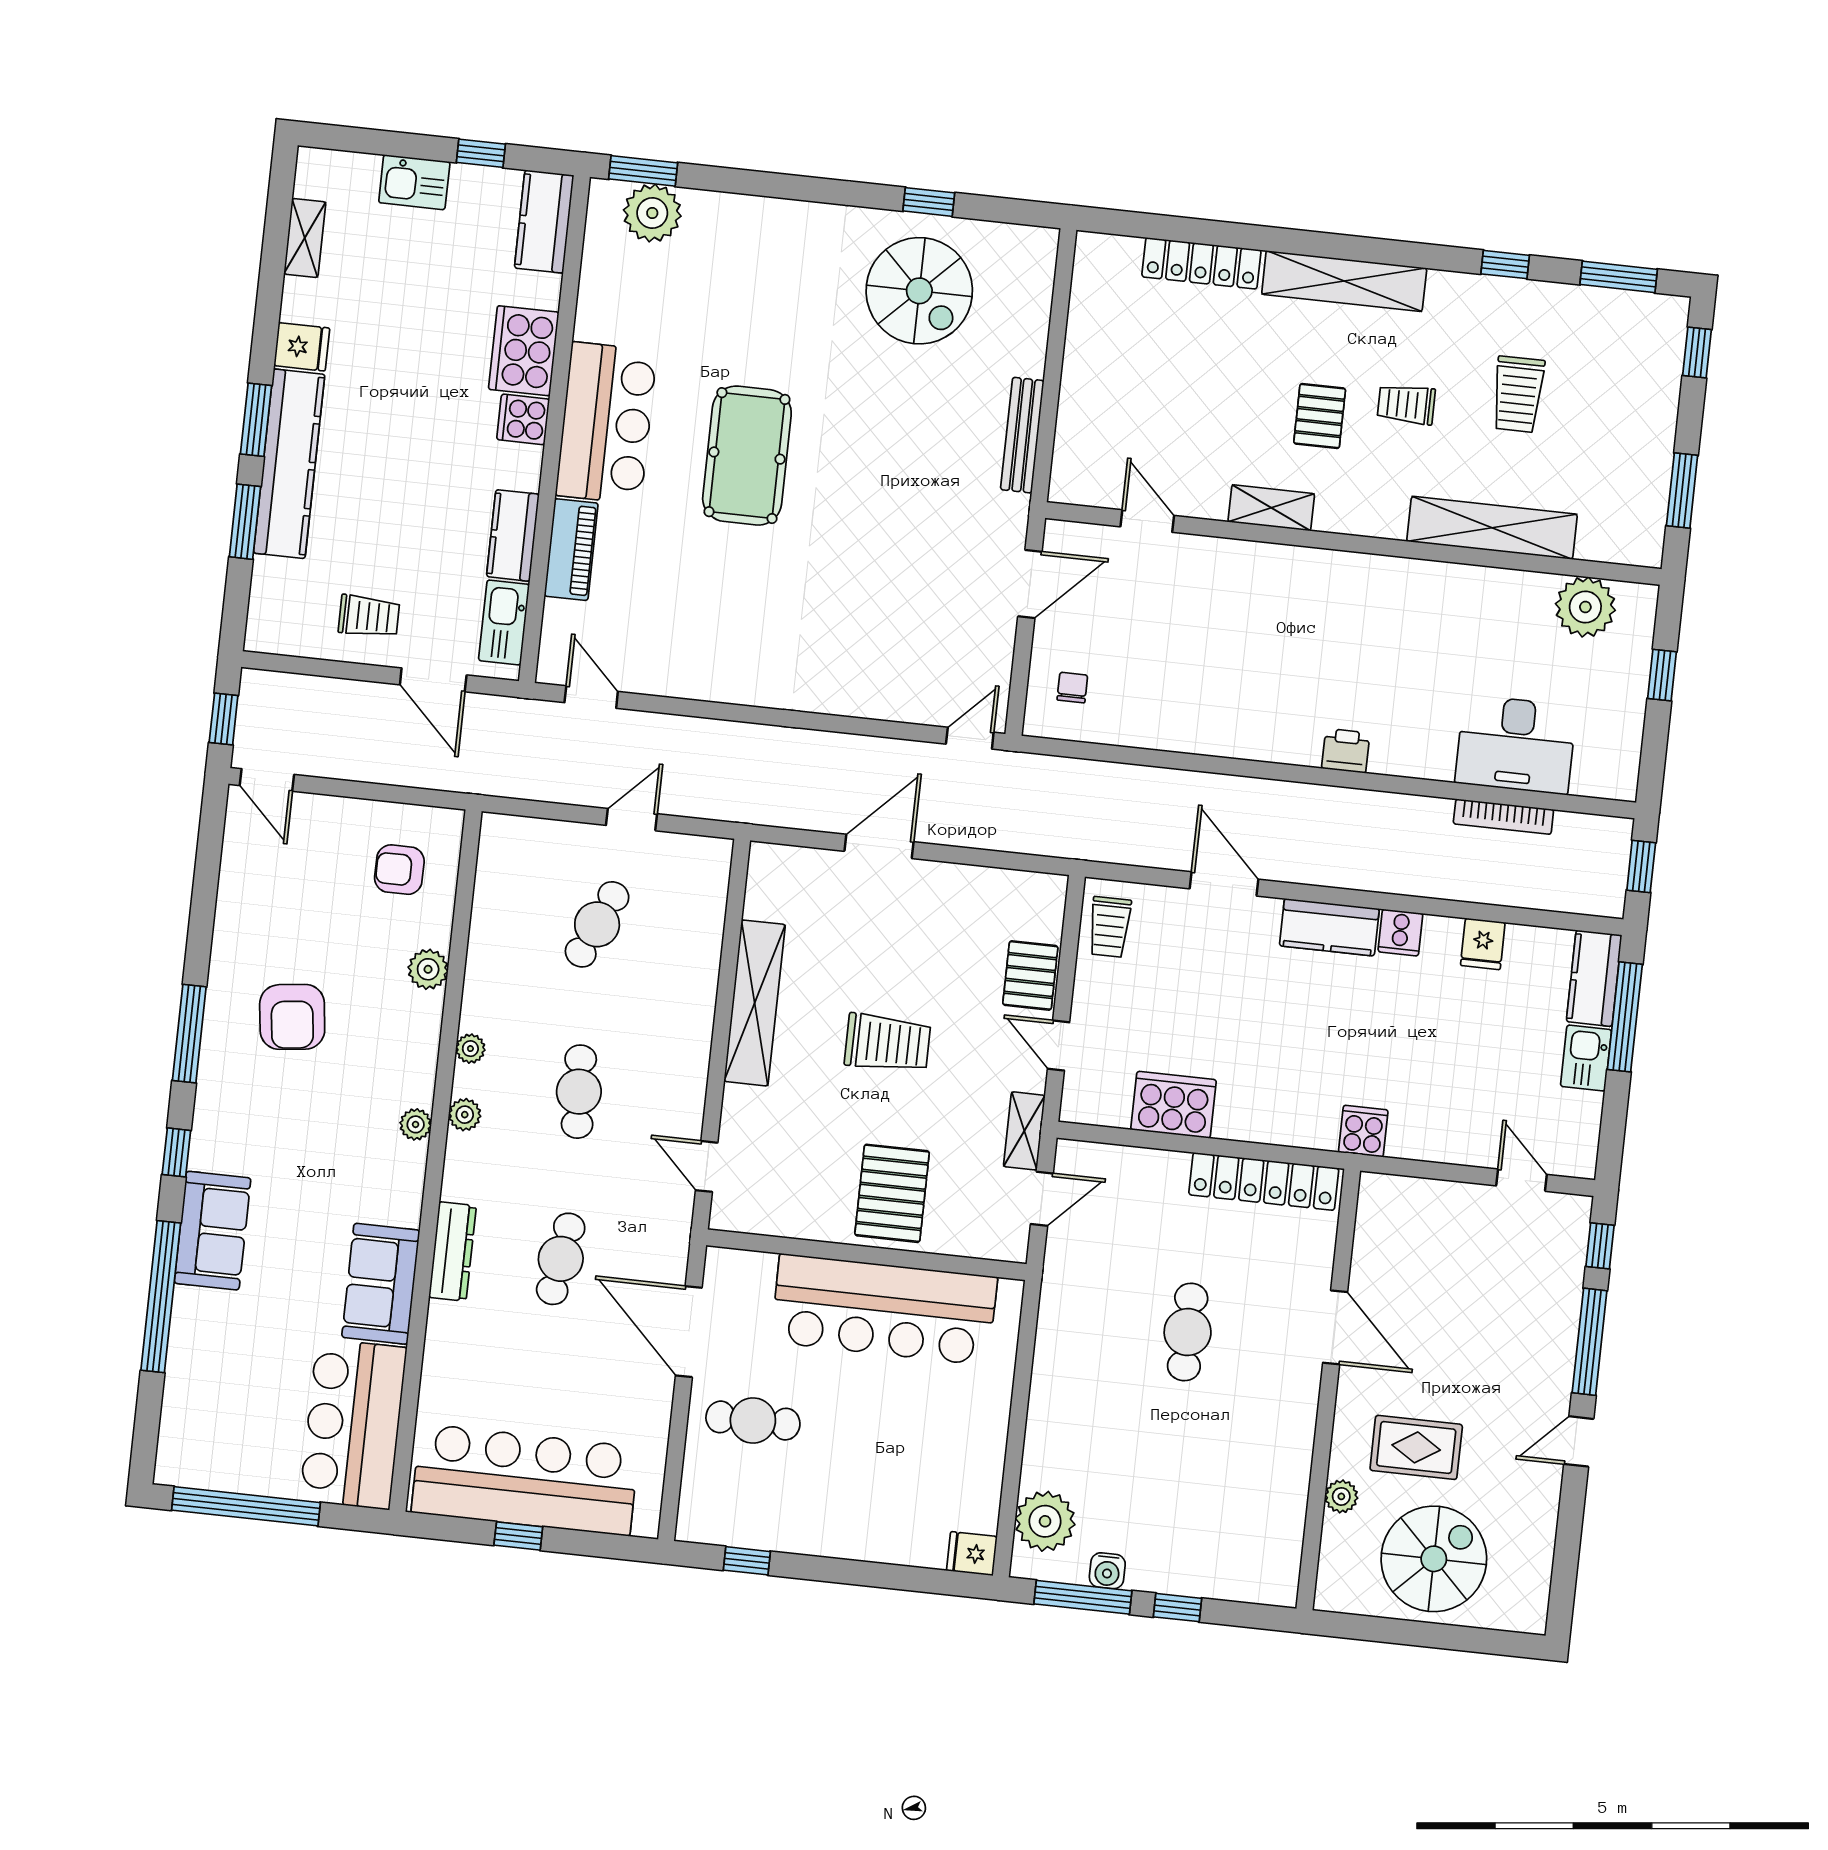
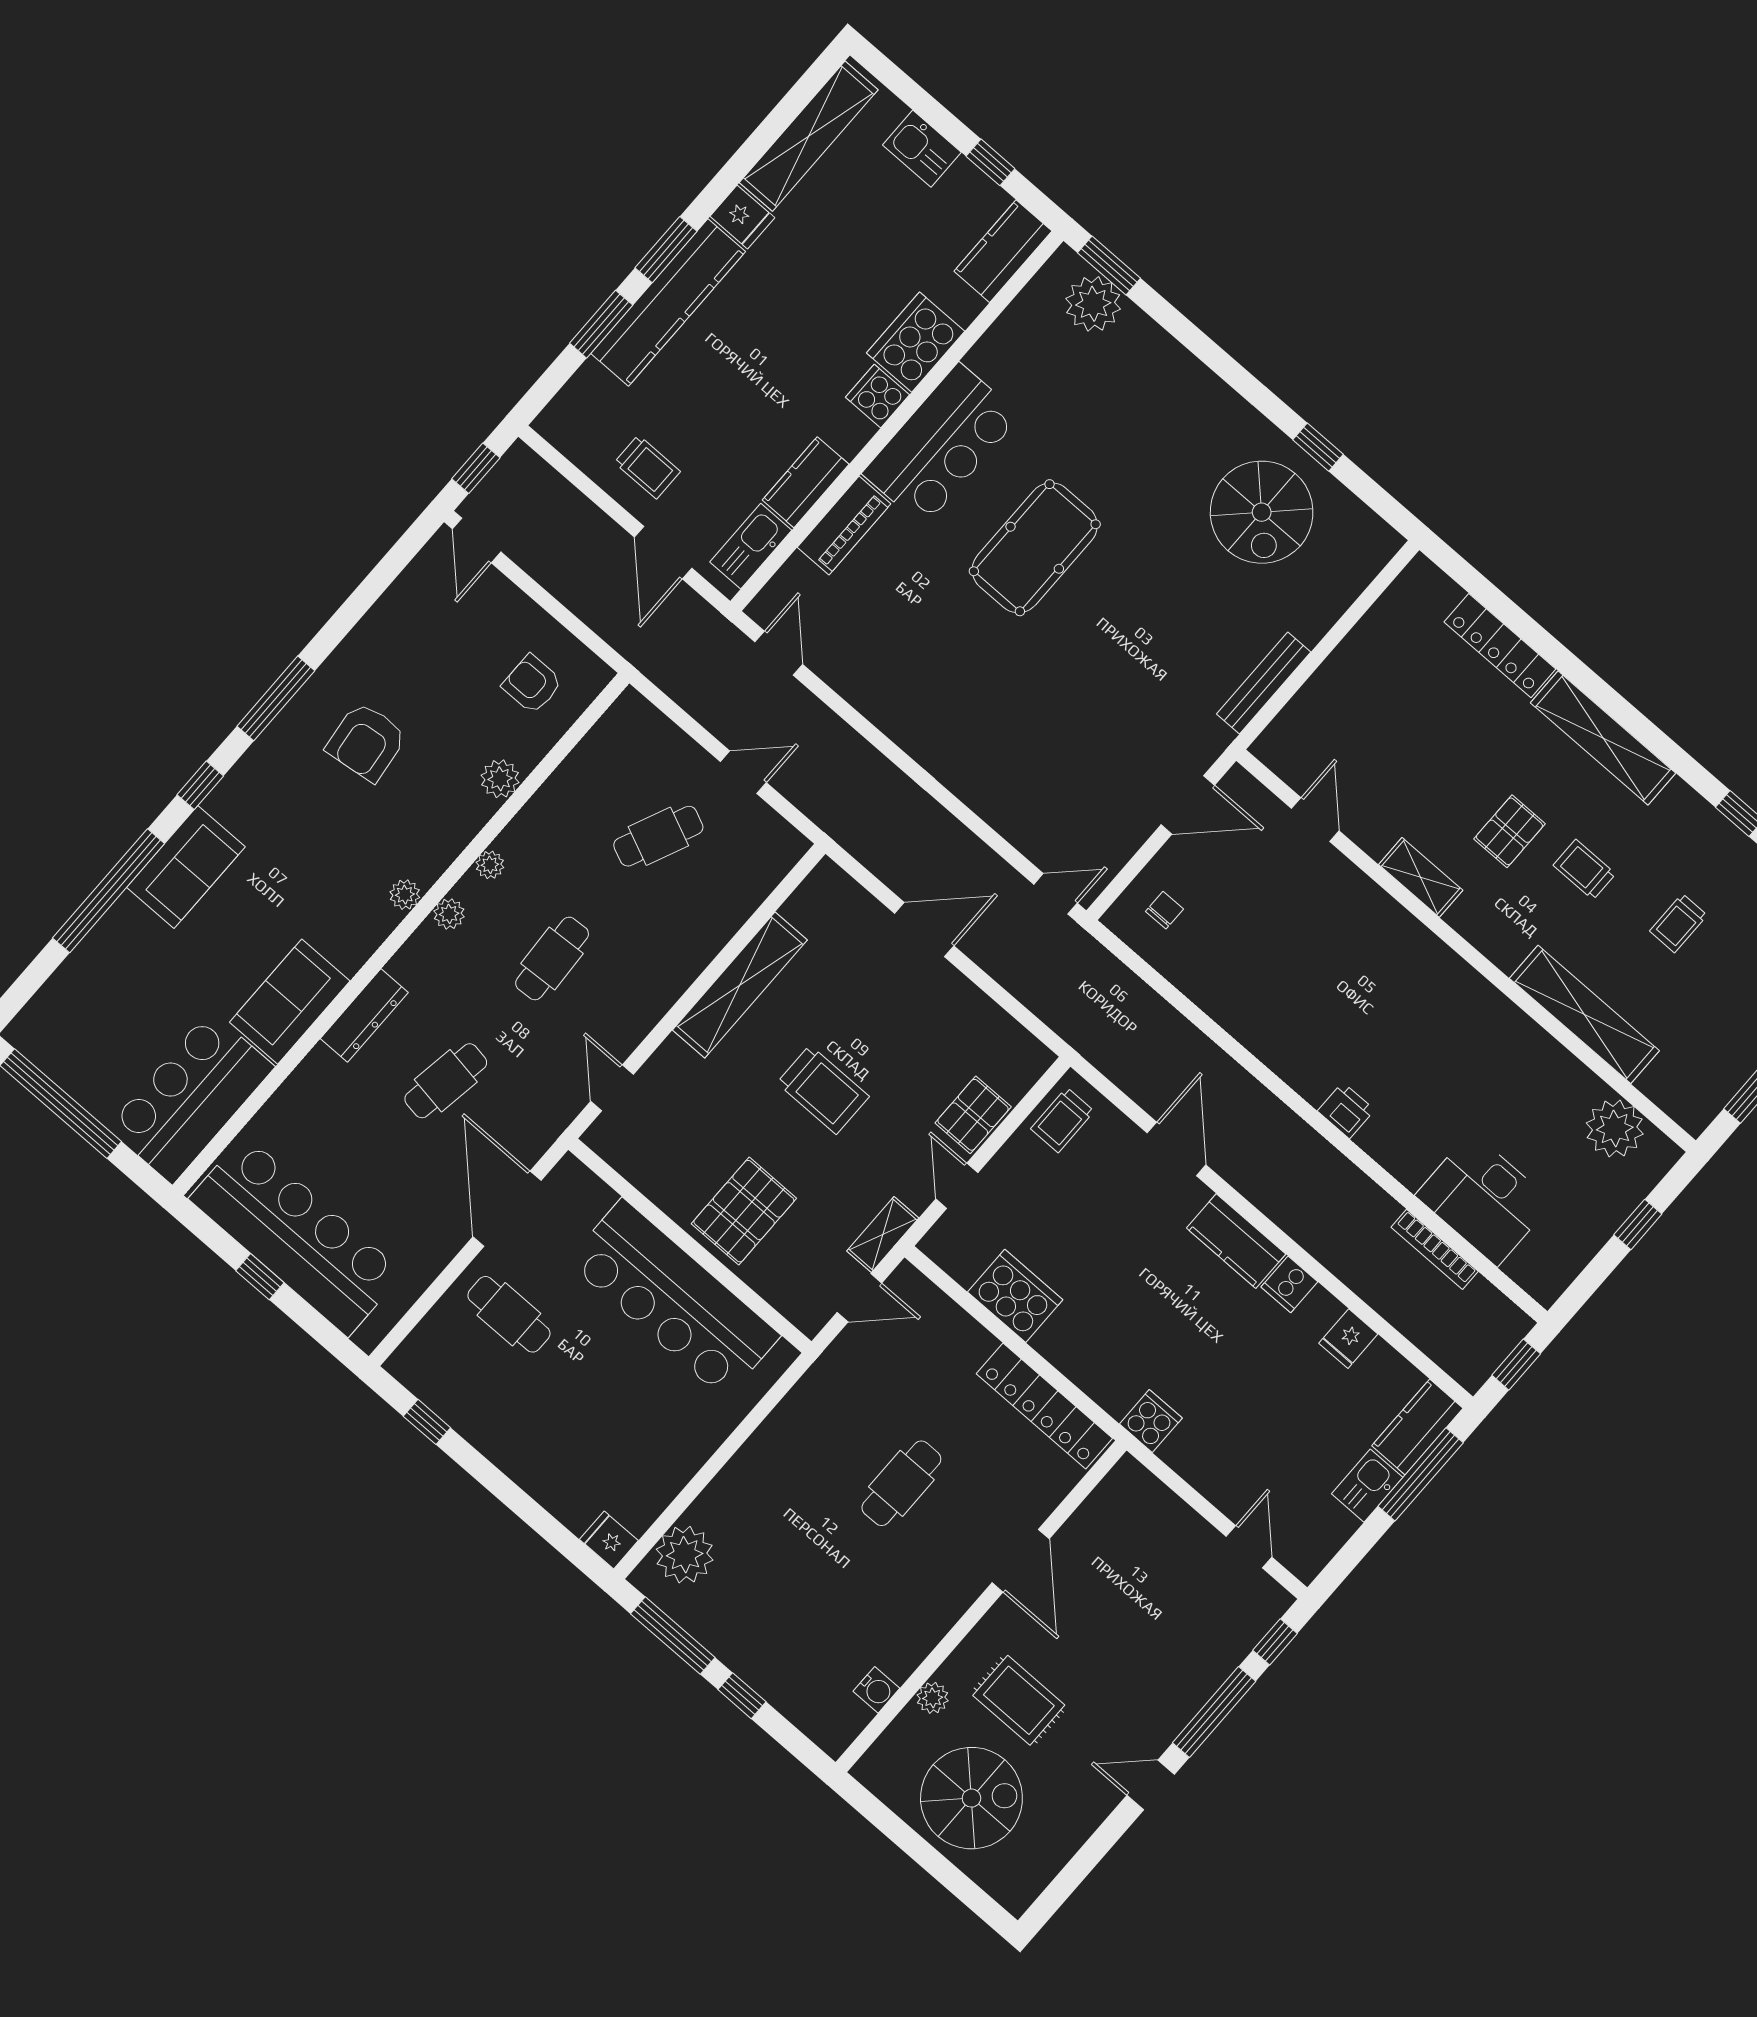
shelving: (305, 238) -> (809, 136), width x2.20, depth x1.33
trolley: (1518, 394) -> (1678, 923), width x0.73, depth x0.72
water cooler: (1107, 1571) -> (876, 1690), moved, turned -90

